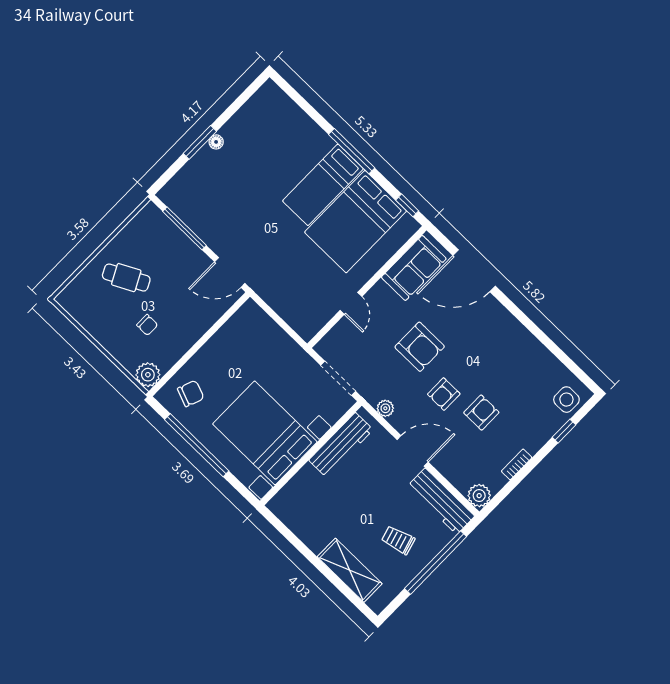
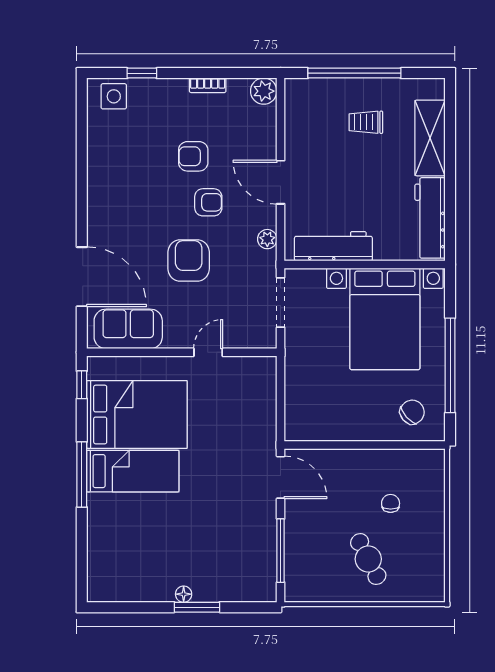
plant: (148, 375) -> (431, 463), removed
chair: (191, 393) -> (412, 412), turned 118
workbench: (441, 501) -> (430, 218), moved, turned 180
trolley: (398, 540) -> (366, 122), turned 106

